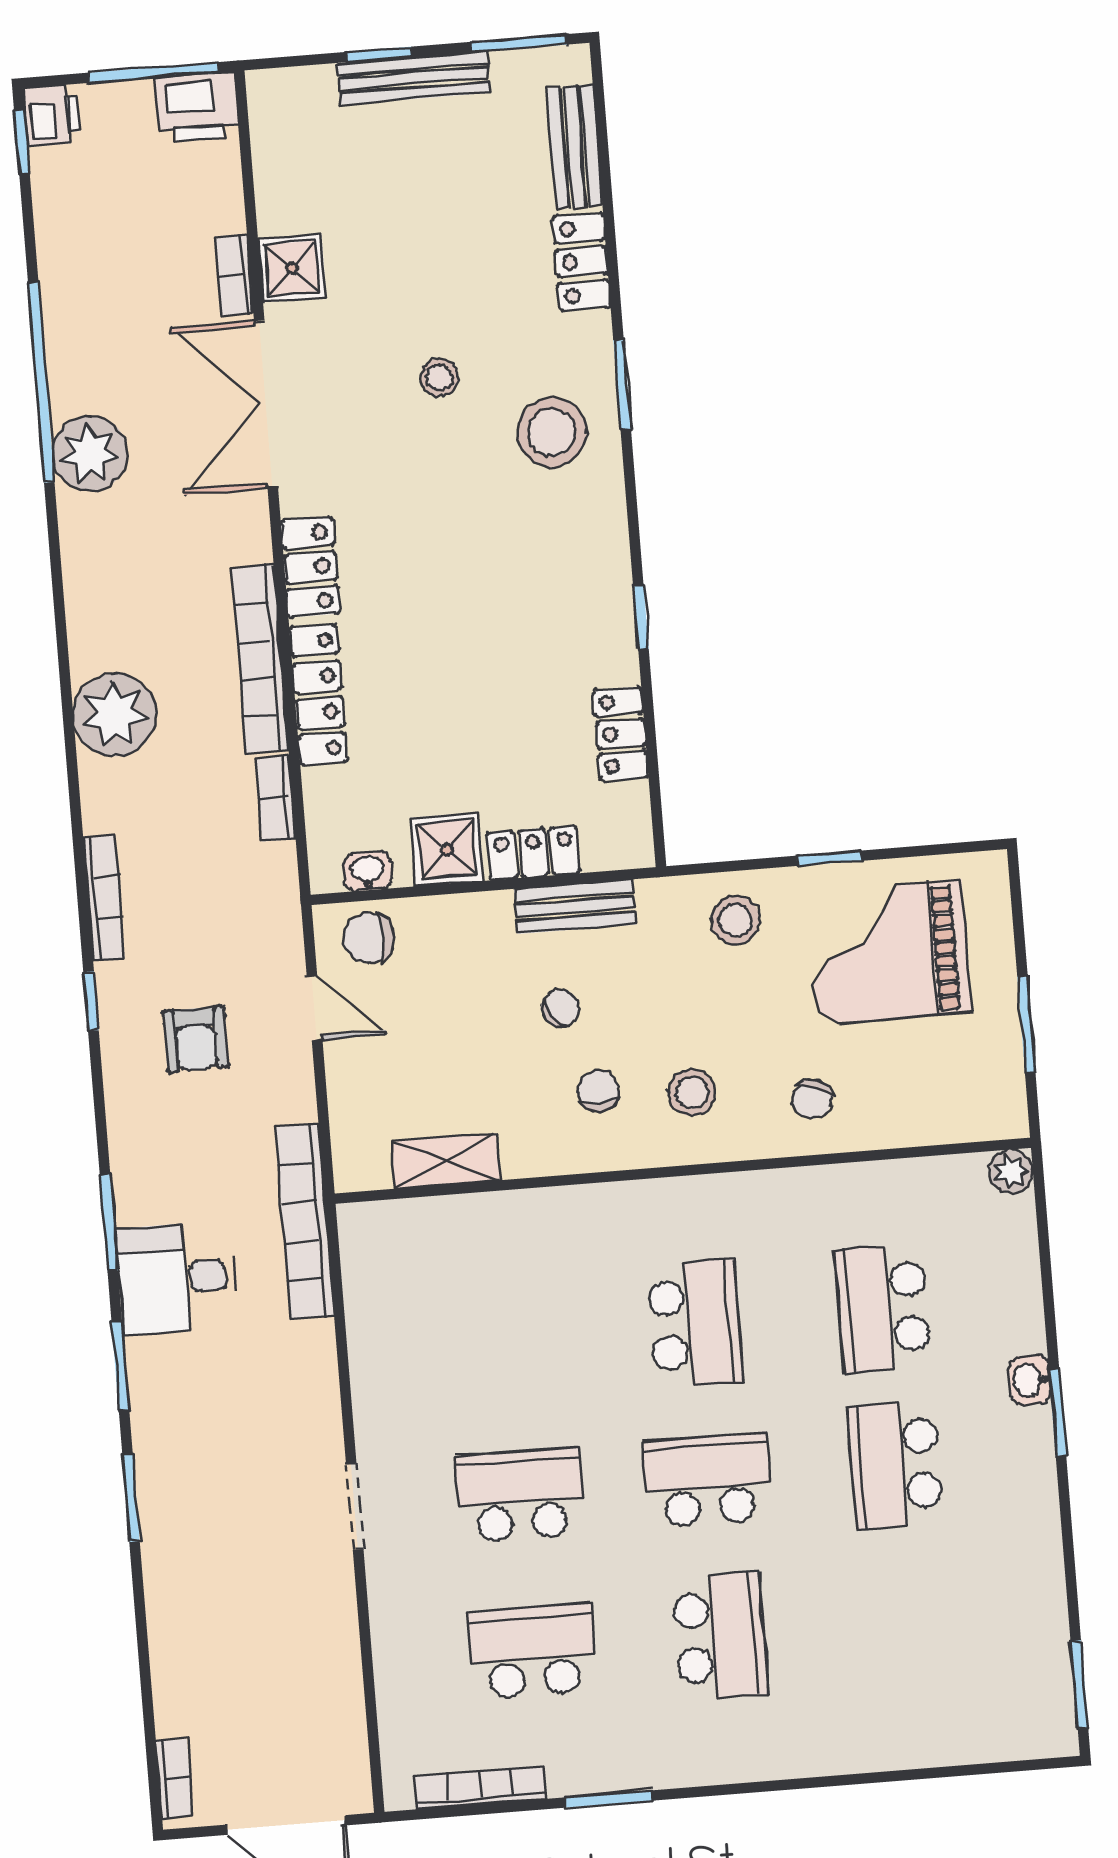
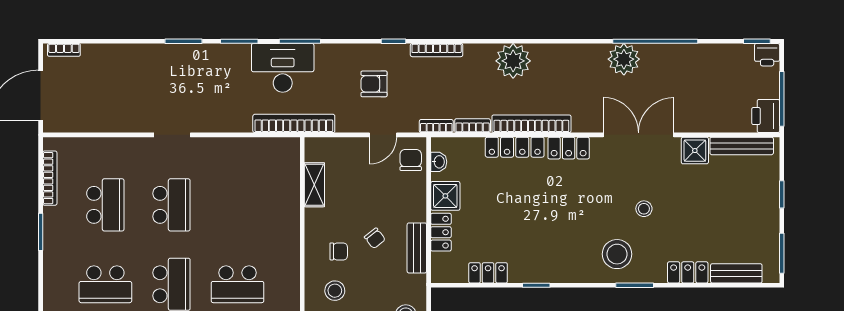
bench: (413, 78) -> (742, 146), moved, turned 90
bookcase: (234, 275) -> (436, 126), moved
desk: (177, 1278) -> (283, 68), width x1.37

